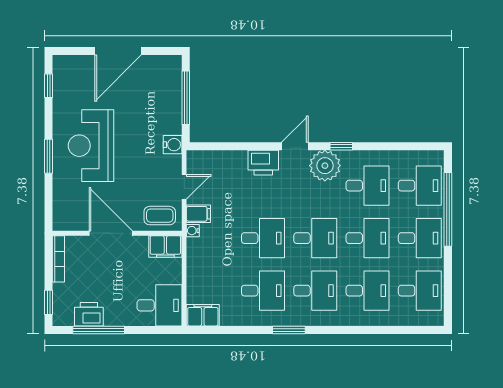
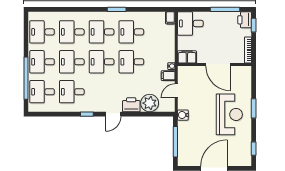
plant: (325, 166) -> (150, 103), moved
coffee table: (160, 216) -> (190, 75), removed
printer: (89, 314) -> (245, 20), moved, turned 90
filing cabinet: (203, 315) -> (170, 18), width x0.50

